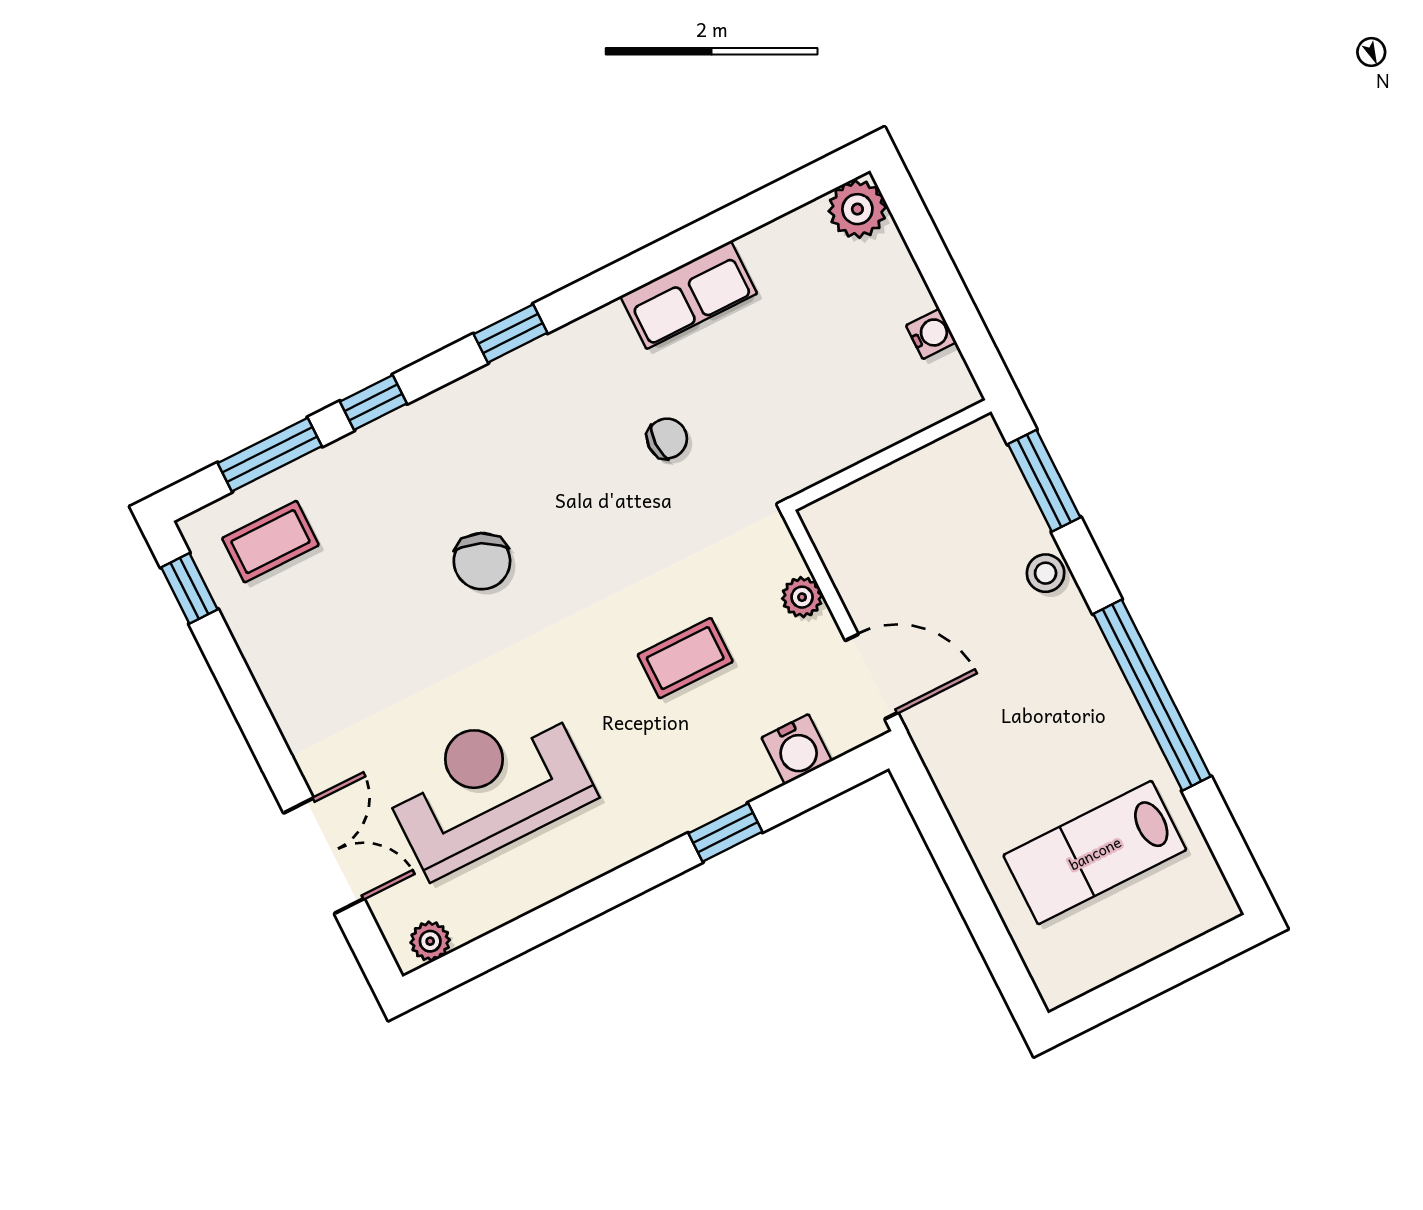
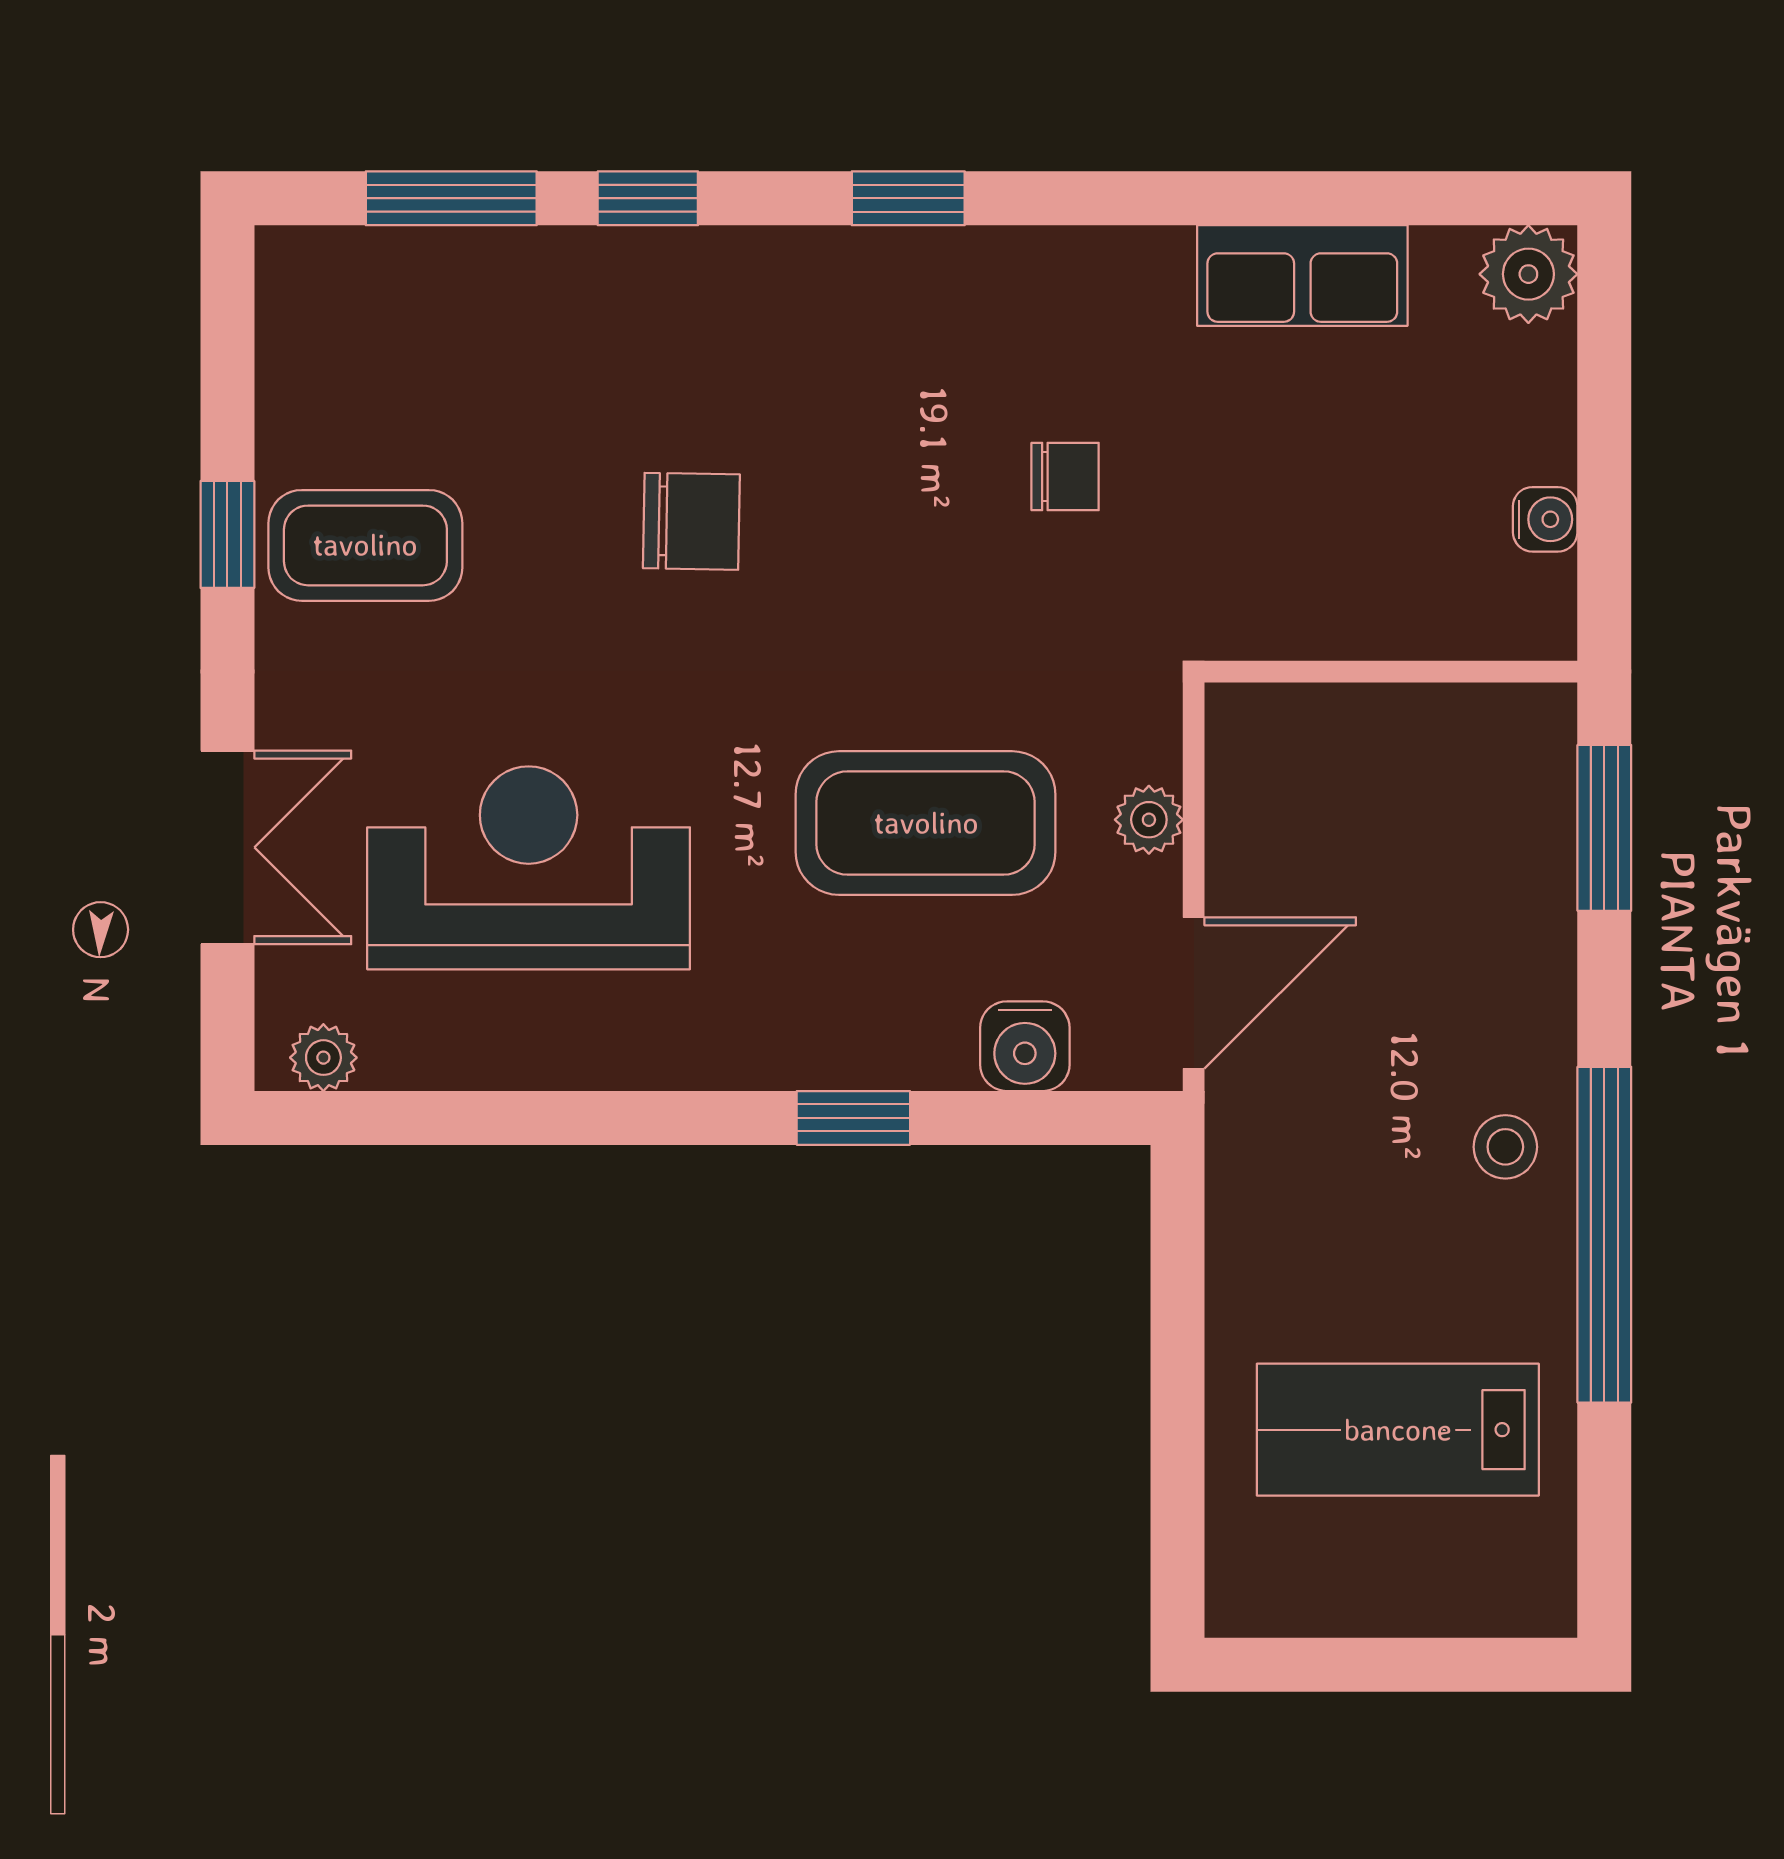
row of seats: (689, 295) -> (1302, 275), moved
coffee table: (270, 542) -> (365, 545), moved, width x1.36, depth x1.30
chair: (482, 561) -> (691, 521), turned -113
stool: (1046, 573) -> (1505, 1147), moved
window: (189, 588) -> (227, 534), moved
coffee table: (685, 658) -> (926, 823), width x1.86, depth x1.72
door: (872, 677) -> (1194, 993), hinge flipped

